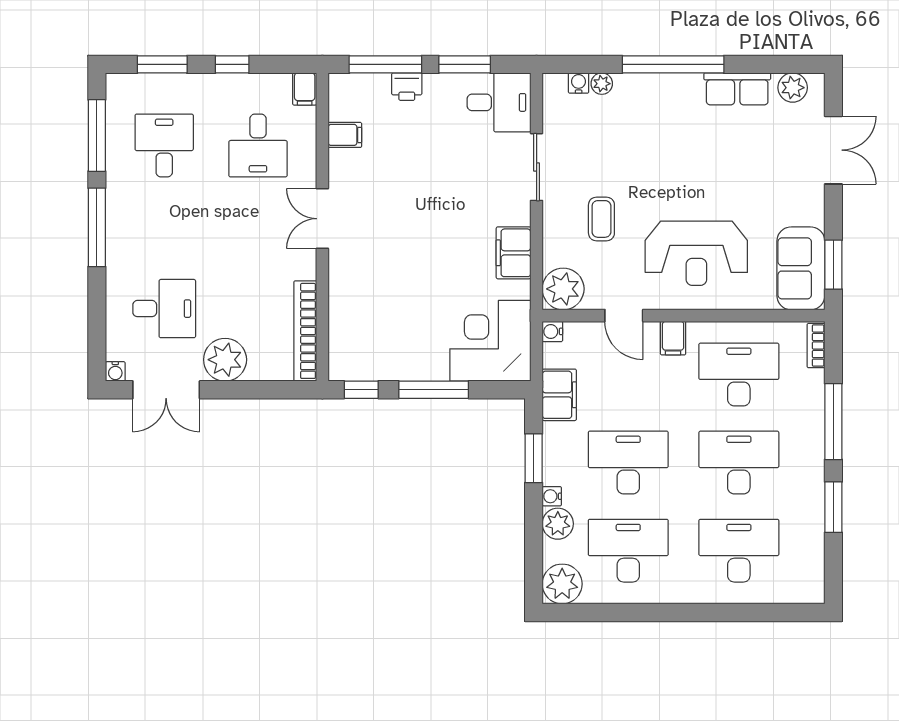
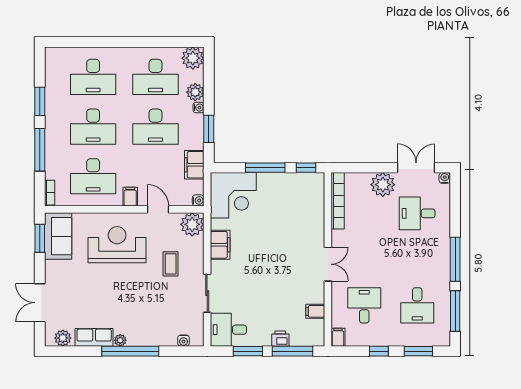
plant: (602, 84) -> (120, 340), moved

